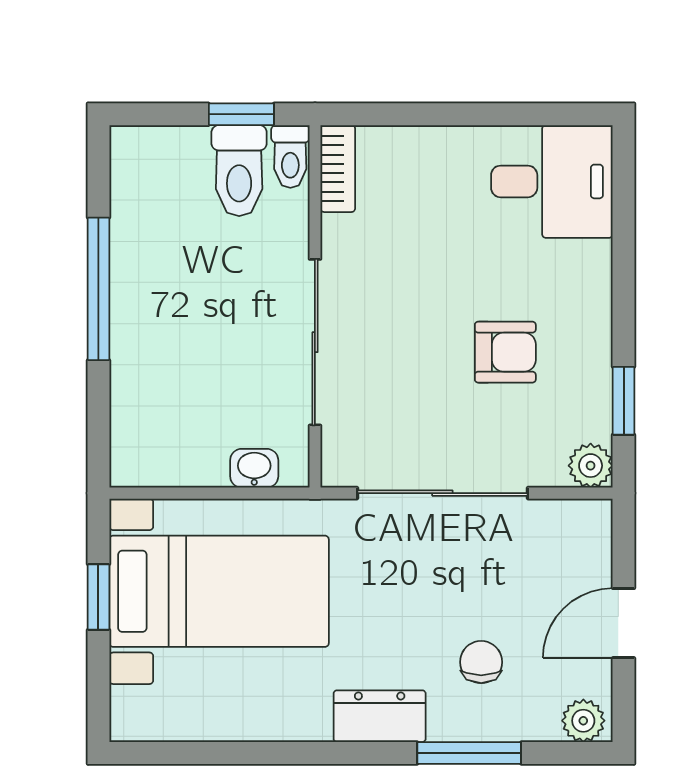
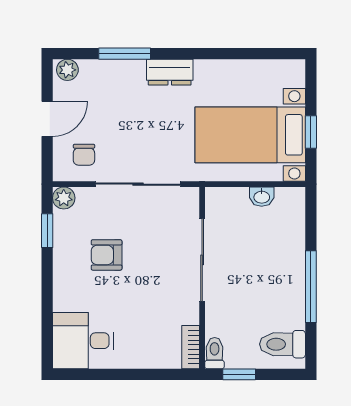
toilet: (239, 171) -> (283, 344), moved, turned -90
washbasin: (254, 468) -> (262, 197), moved
chair: (481, 662) -> (84, 155), moved

